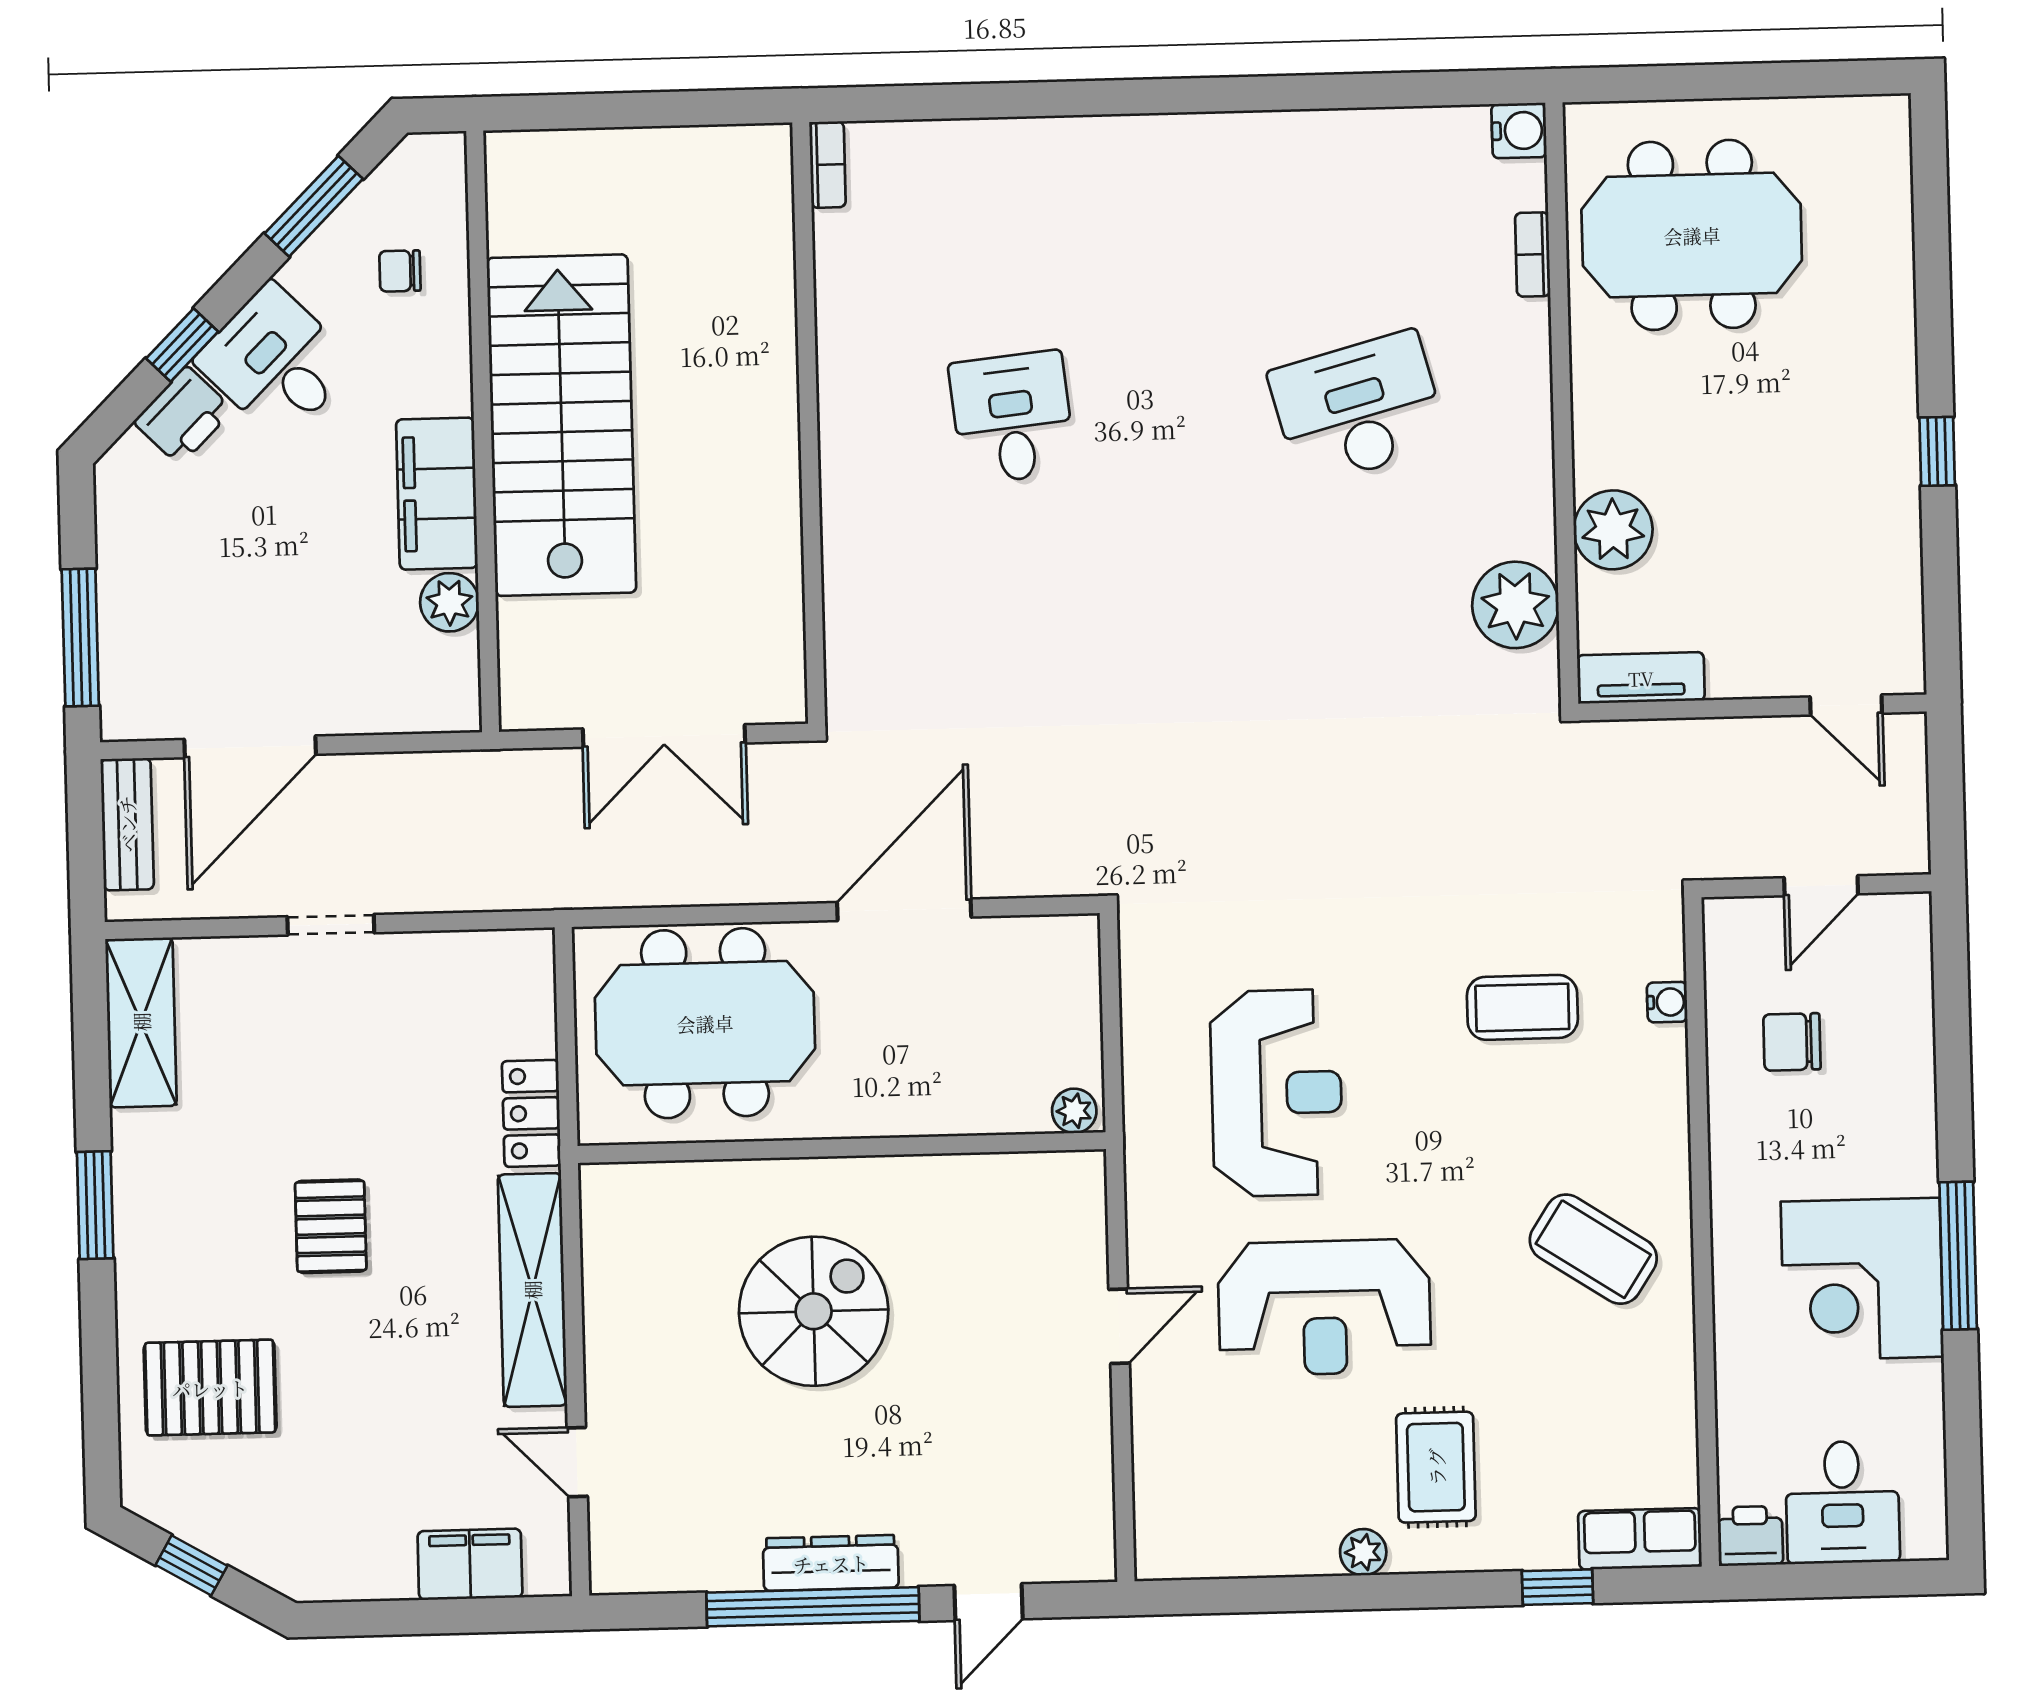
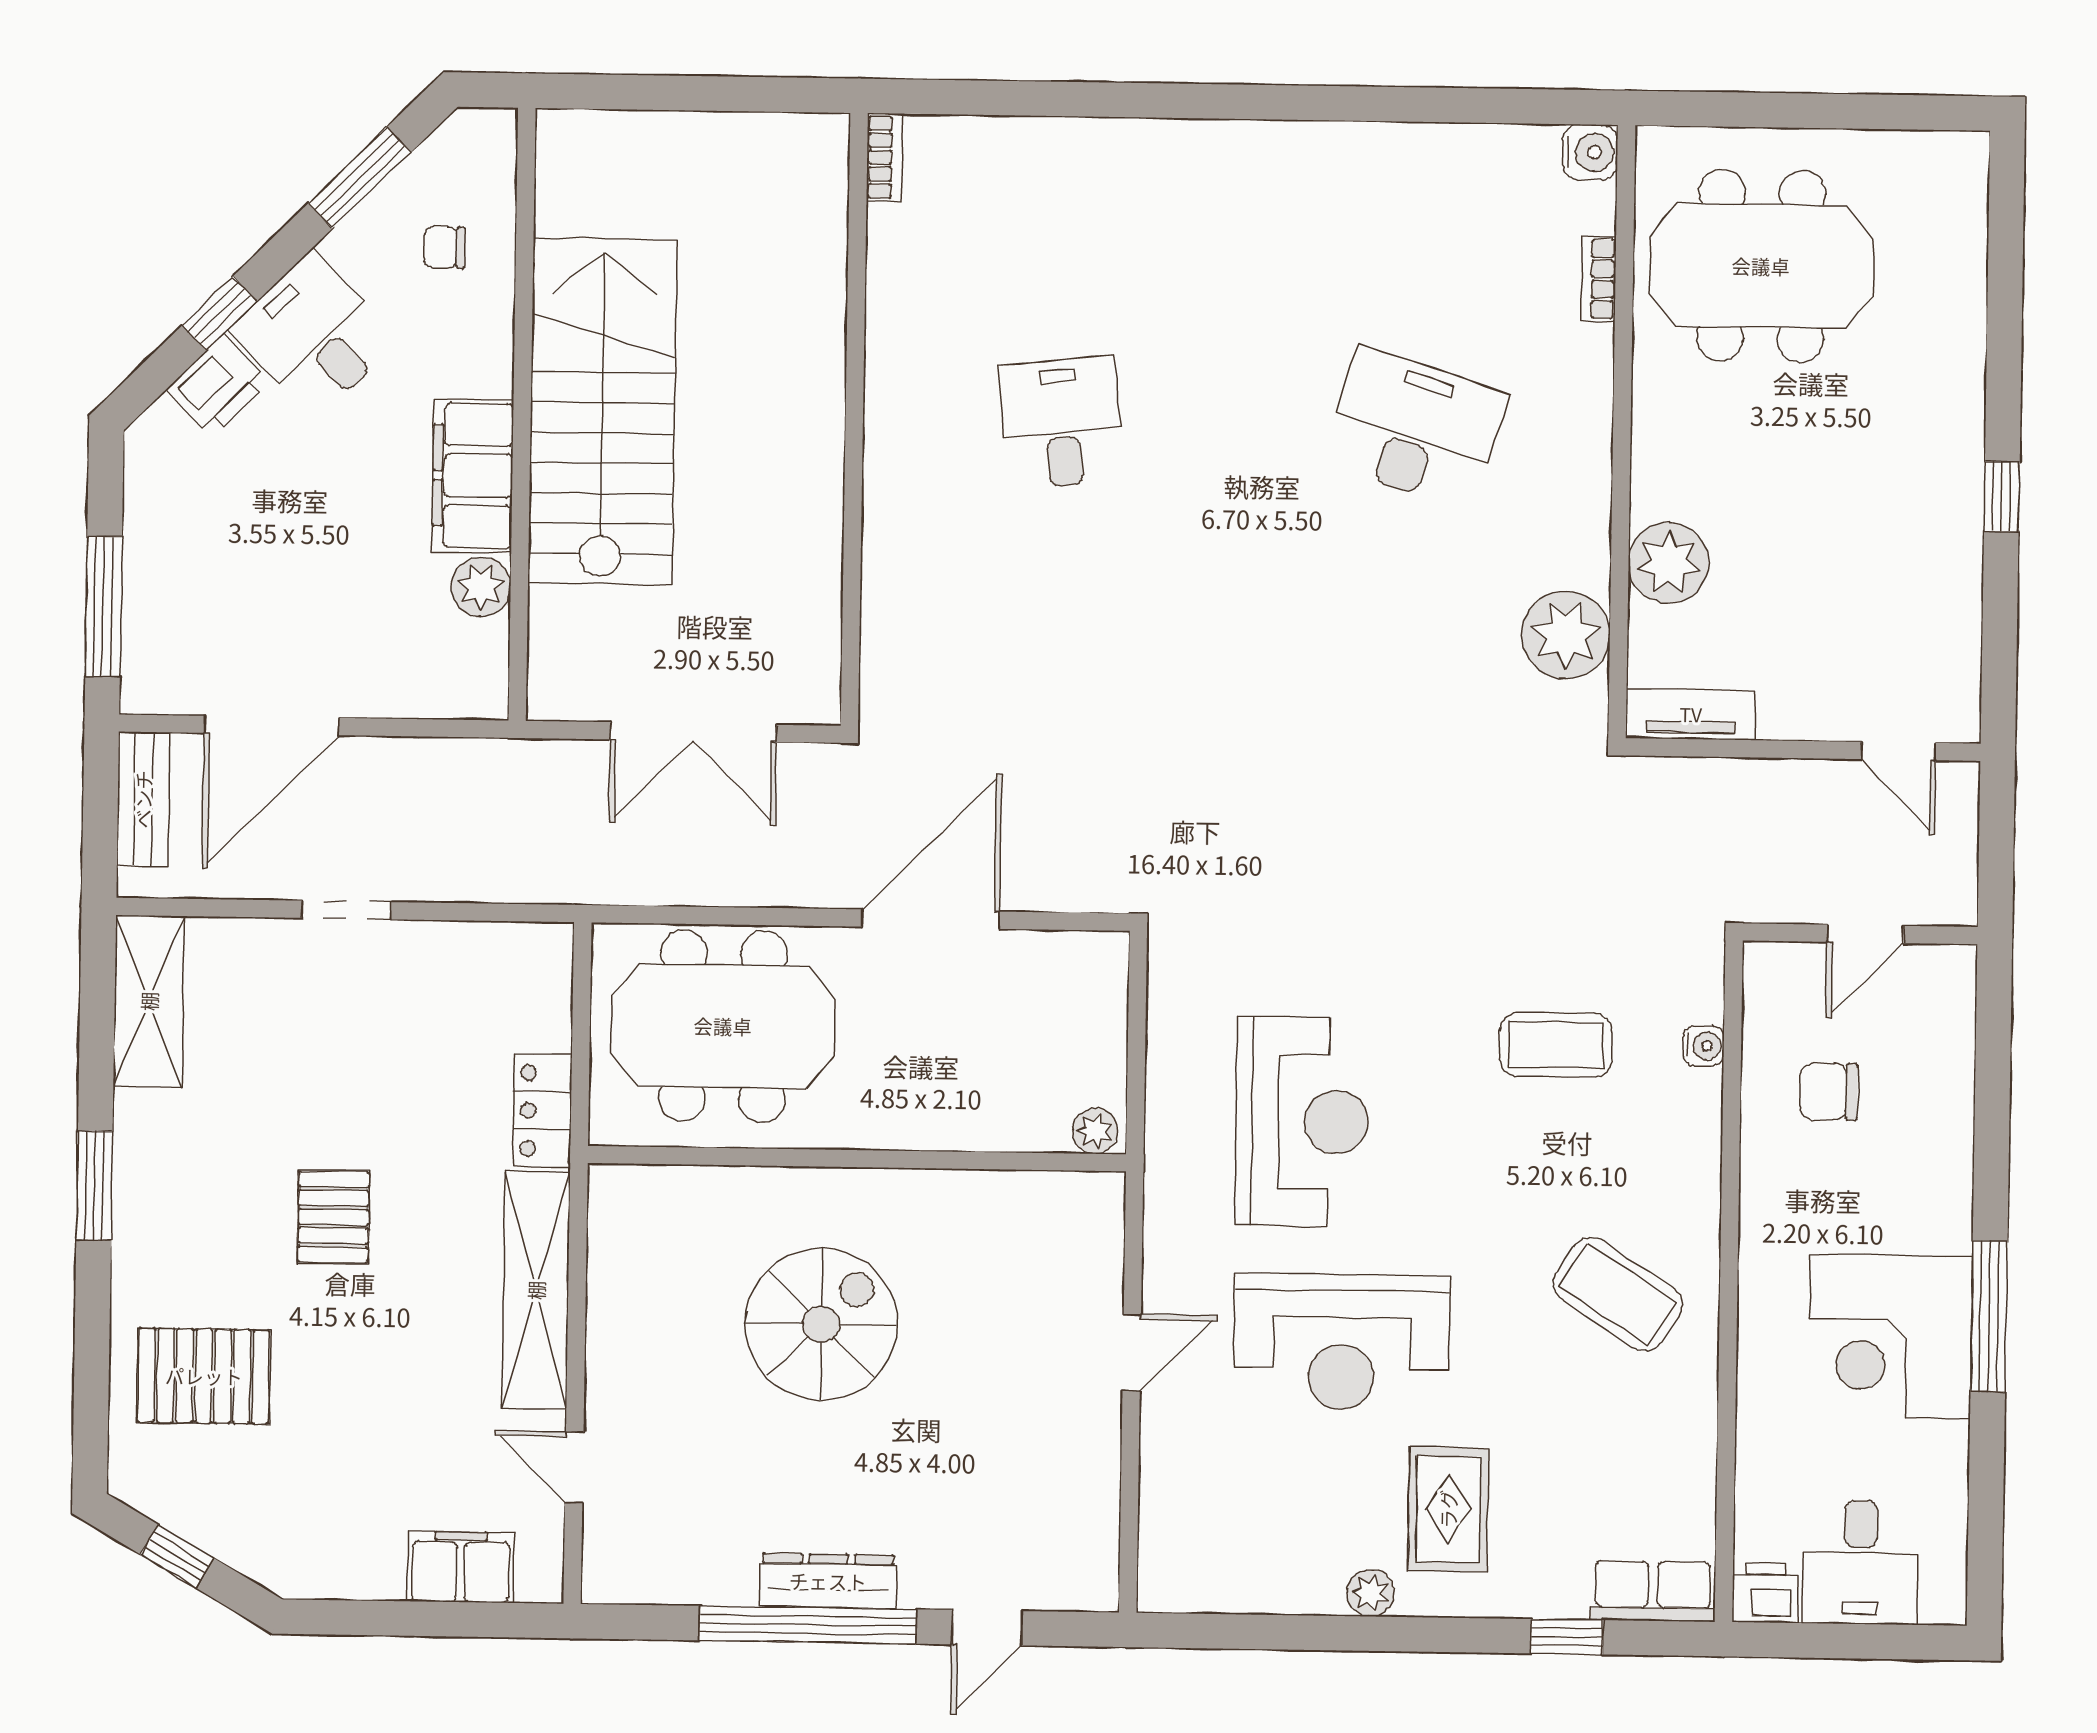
desk: (1358, 409) -> (1414, 428), turned 33

